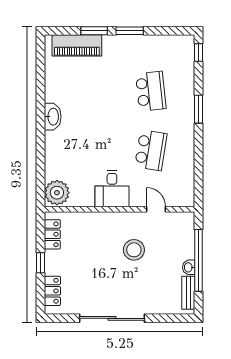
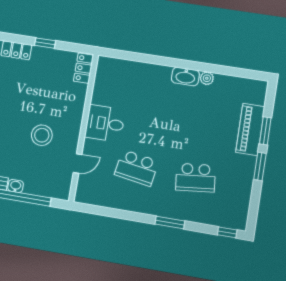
piano: (77, 45) -> (250, 129), moved
plant: (57, 193) -> (207, 78), moved, width x0.53, depth x0.53
locker: (52, 234) -> (83, 68), moved, turned 90

